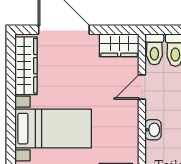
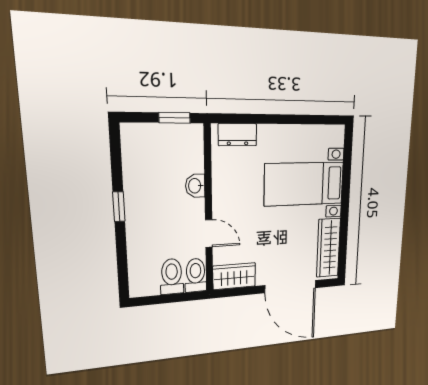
door: (142, 87) -> (209, 233), hinge flipped

